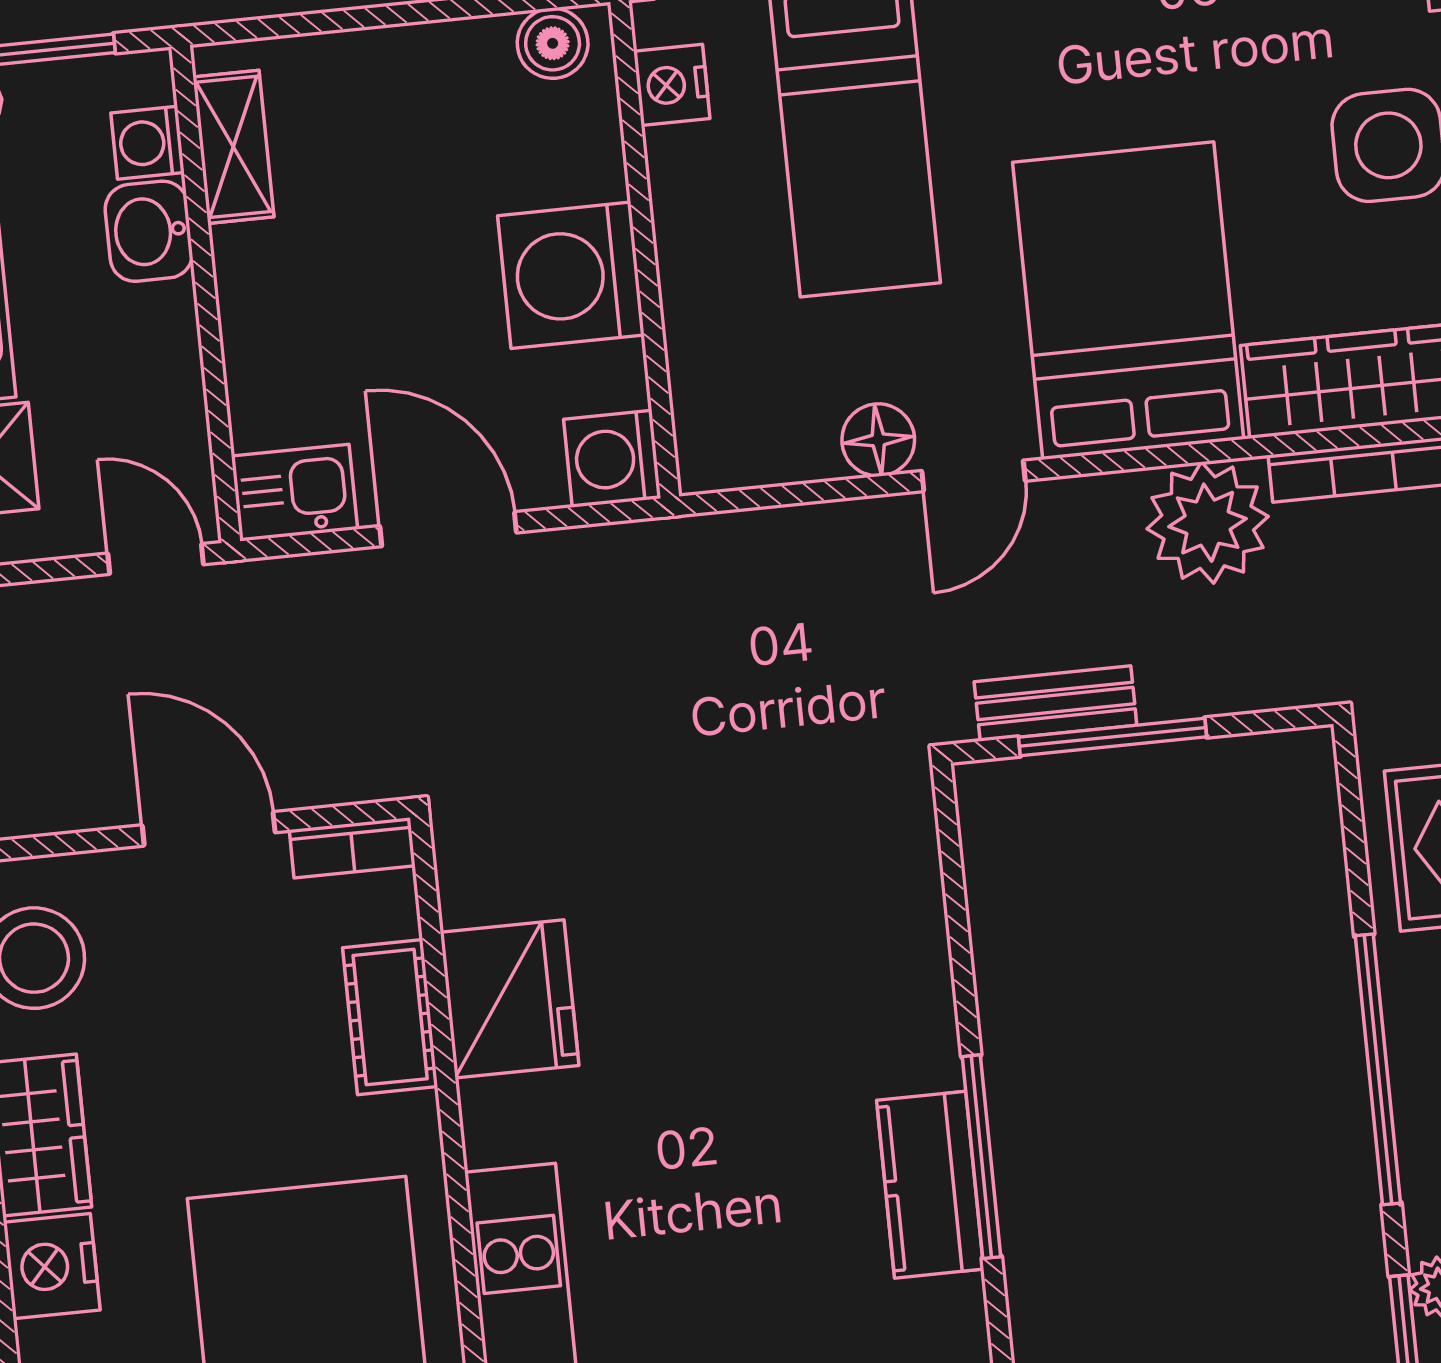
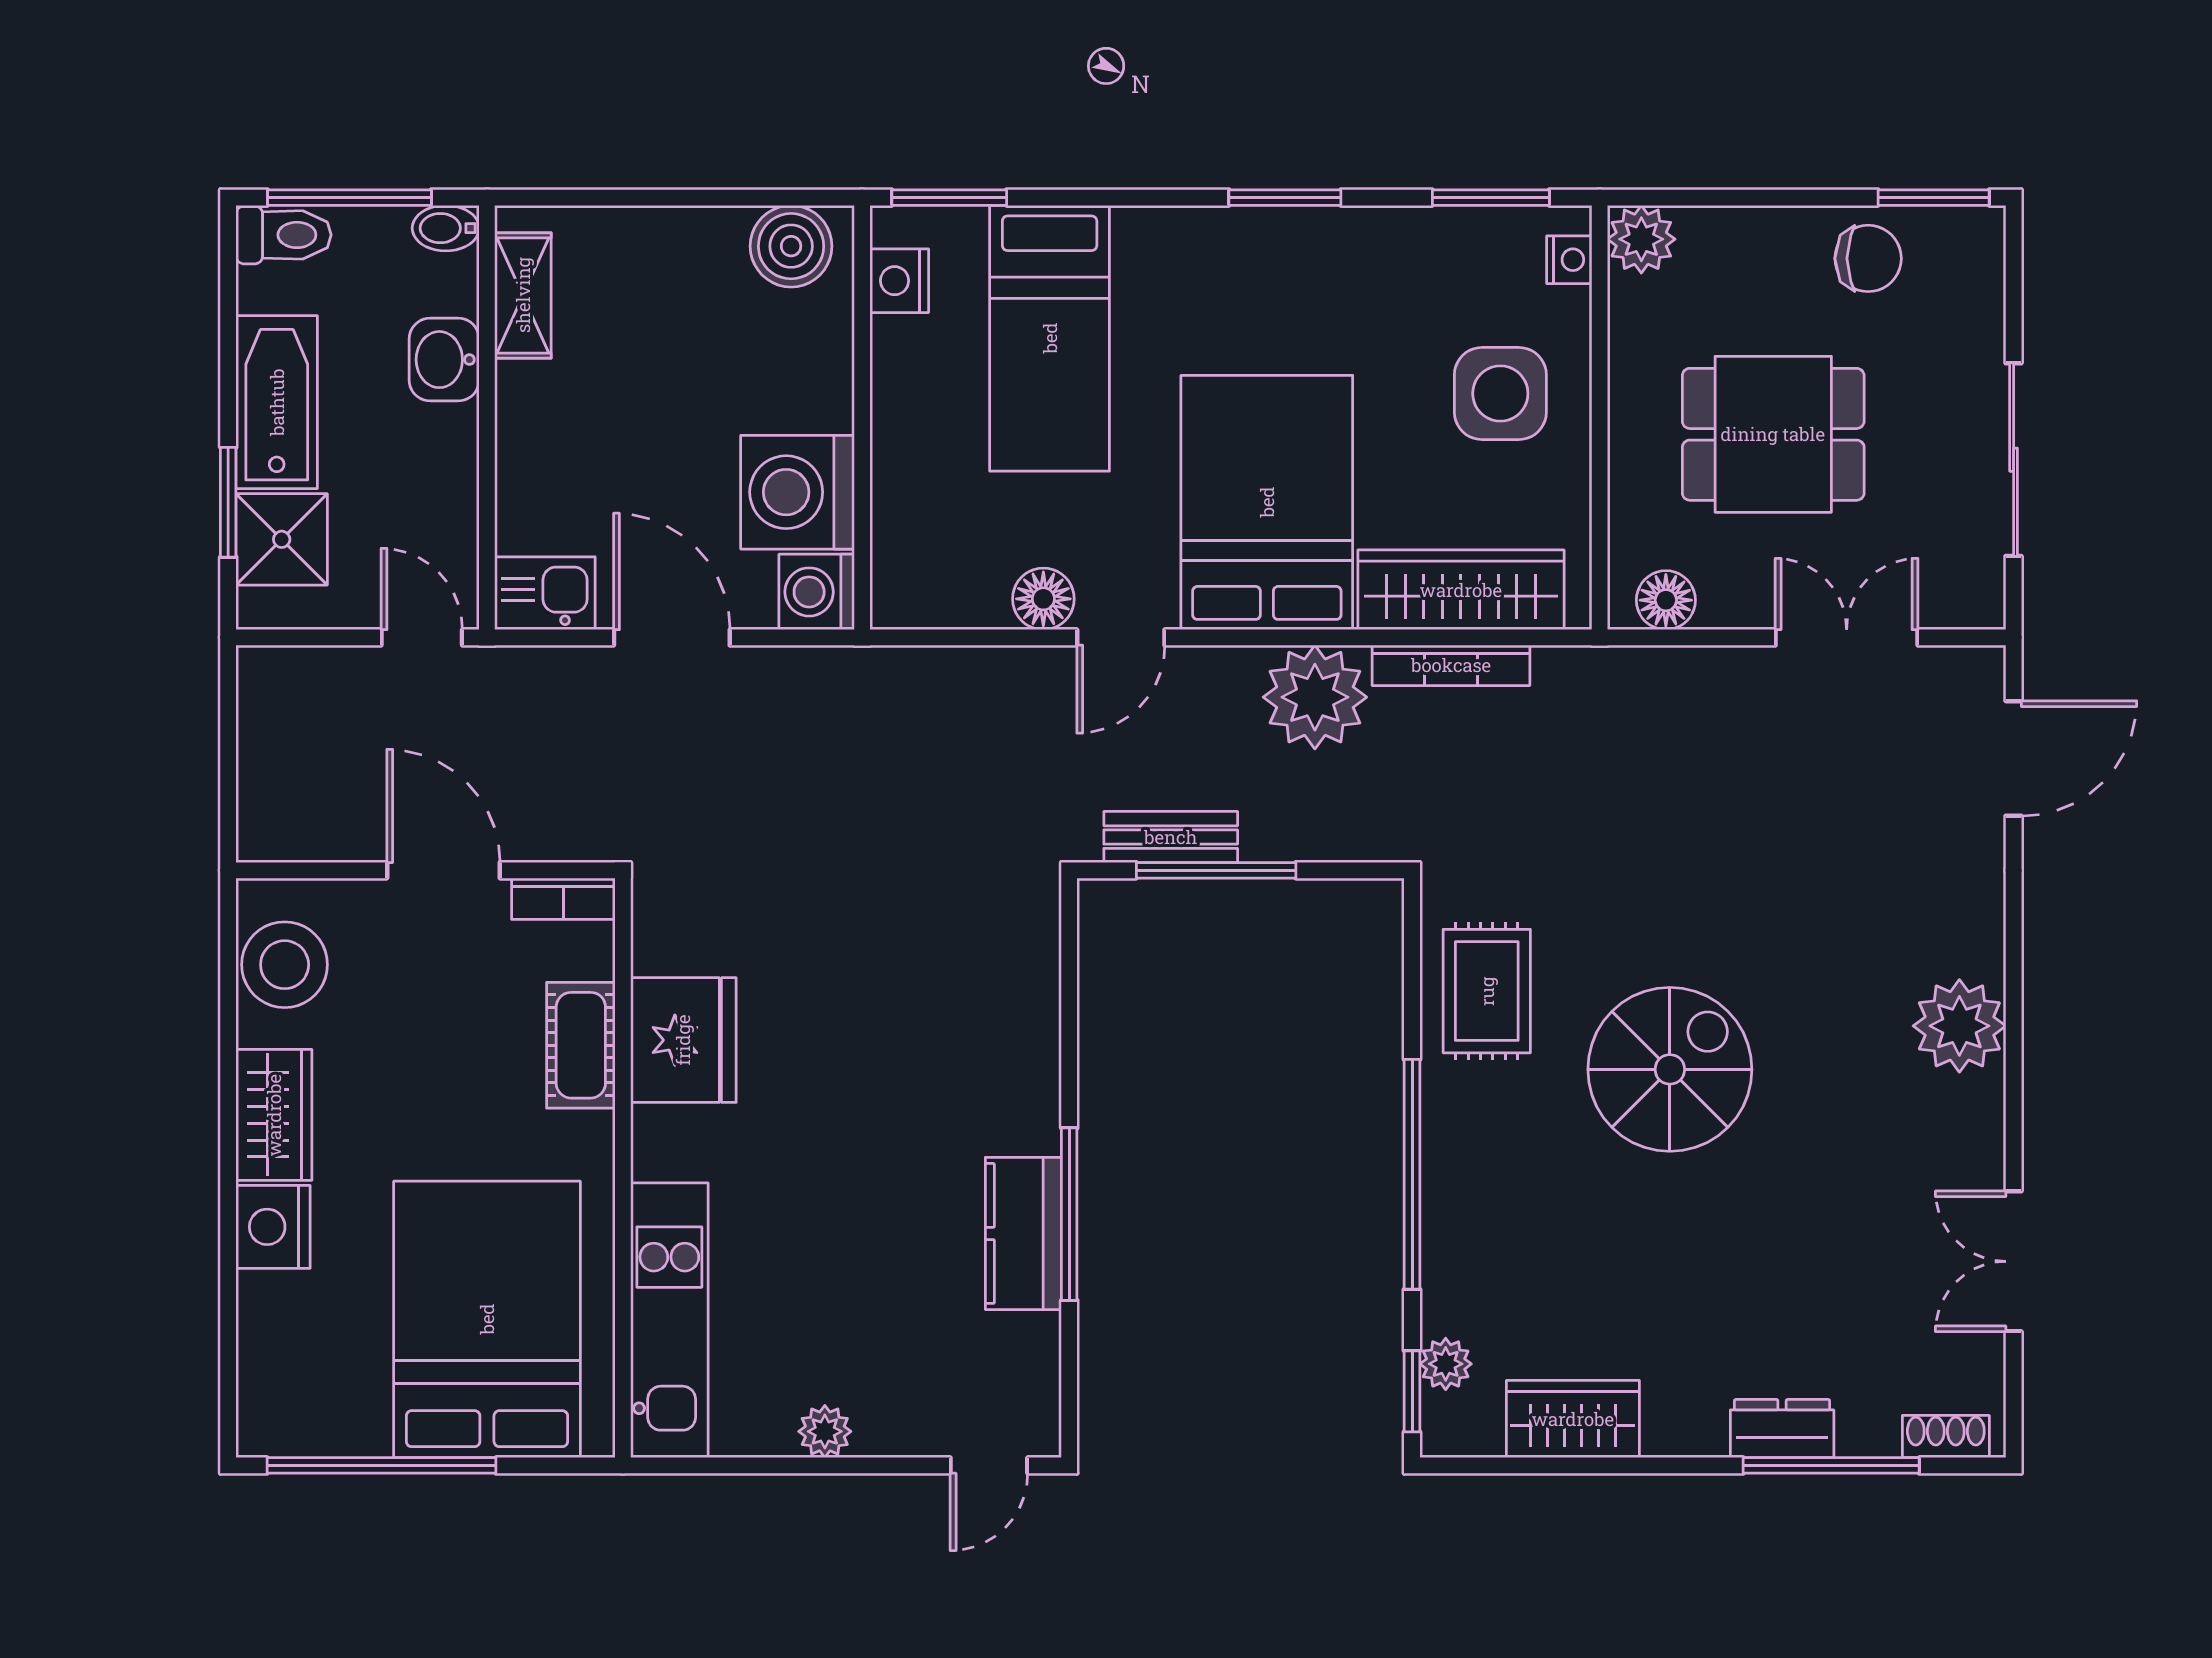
boiler: (553, 43) -> (791, 246), width x1.36, depth x1.36
bidet: (135, 77) -> (446, 228), added
washing machine: (148, 143) -> (451, 285), removed
washing machine: (571, 275) -> (798, 492), moved

